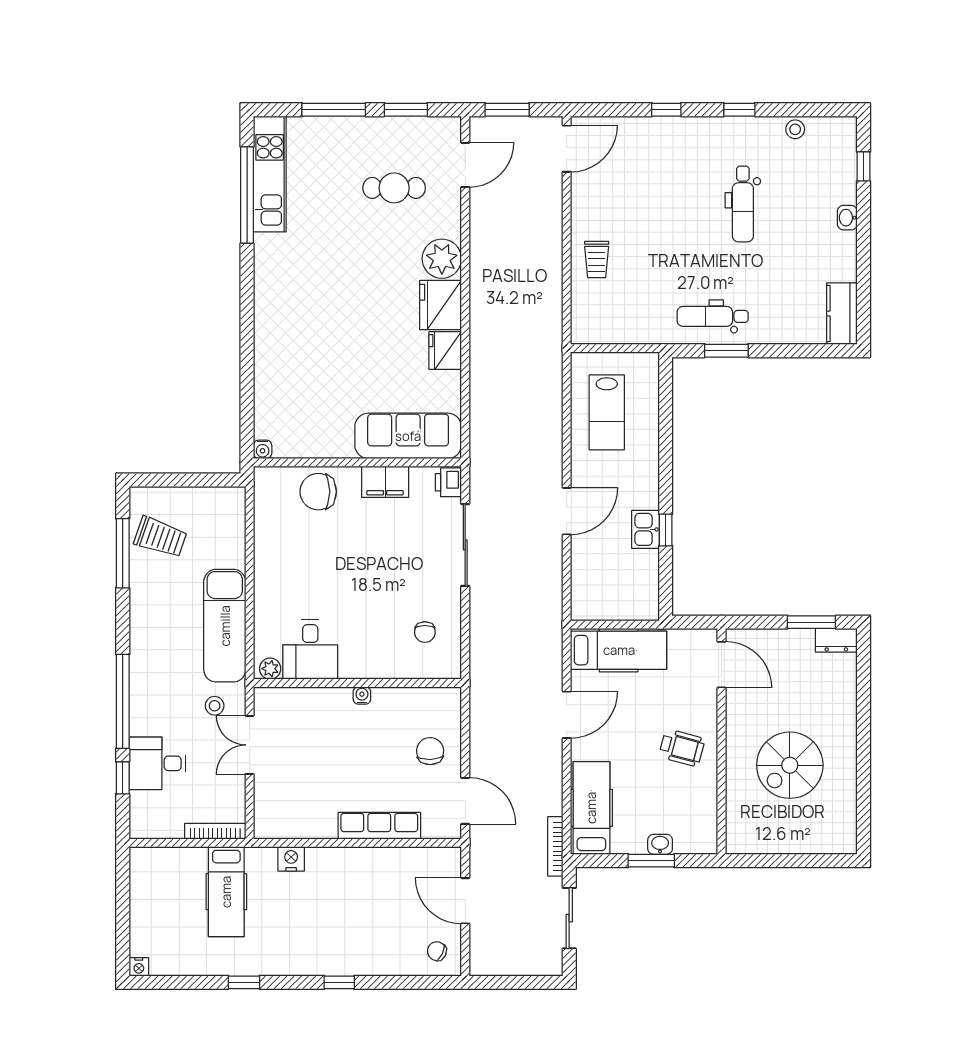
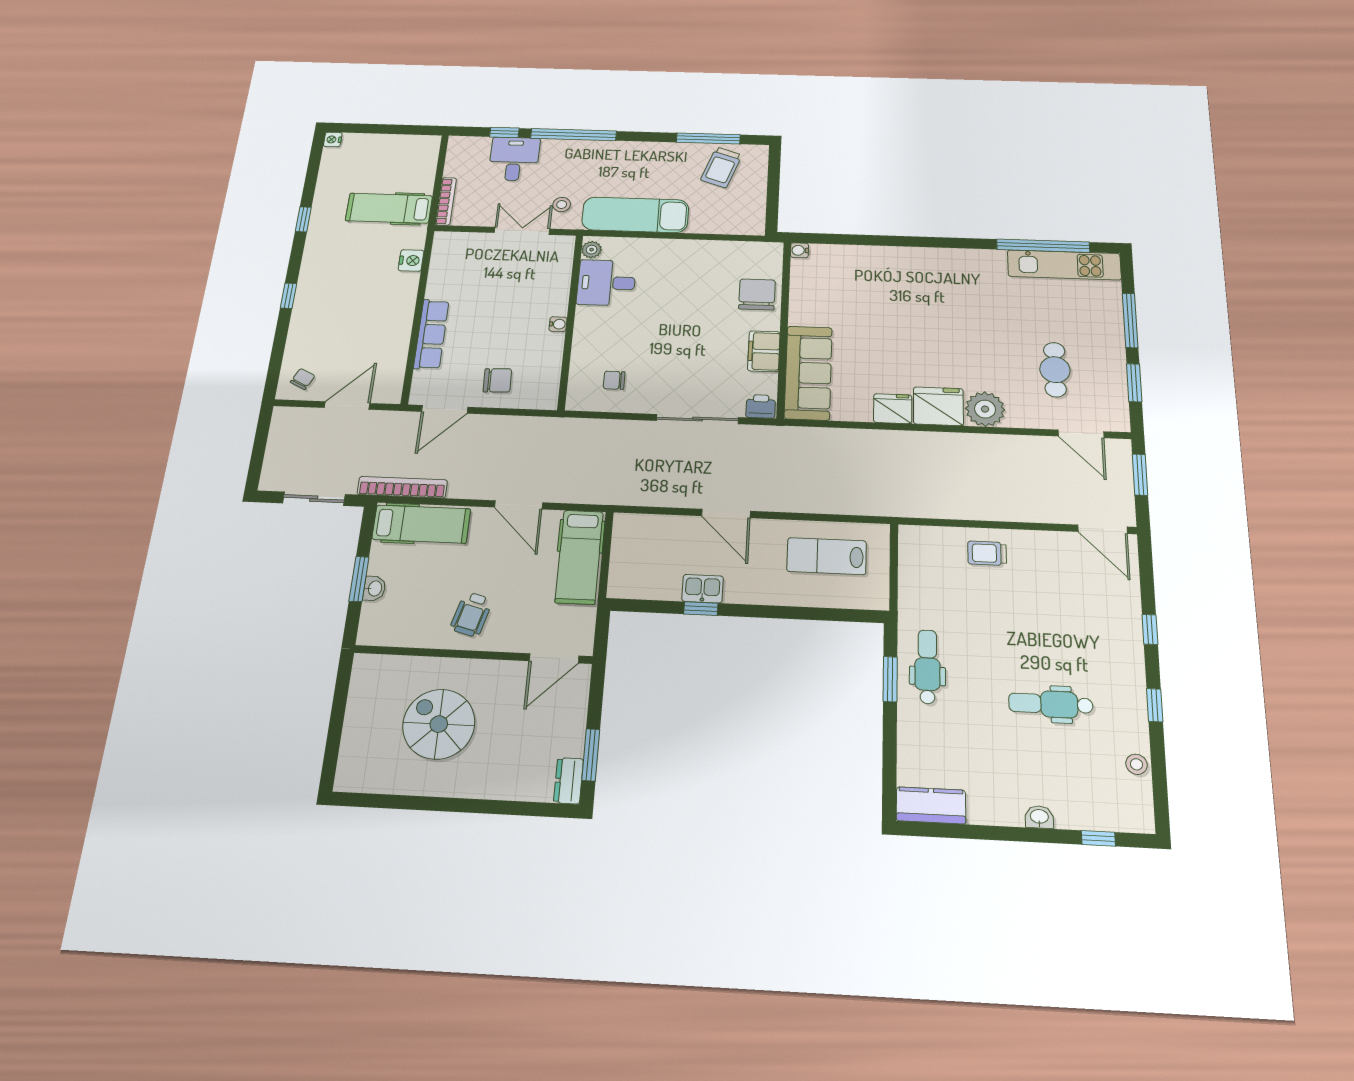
bookcase: (555, 846) -> (402, 487), width x1.48, depth x1.31

